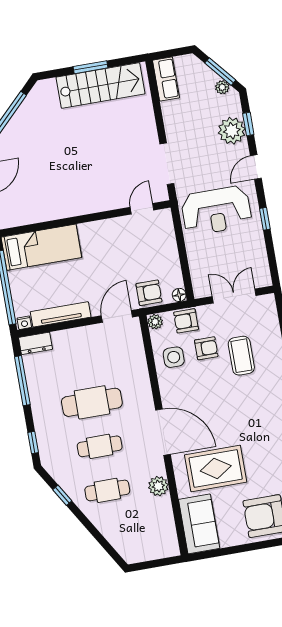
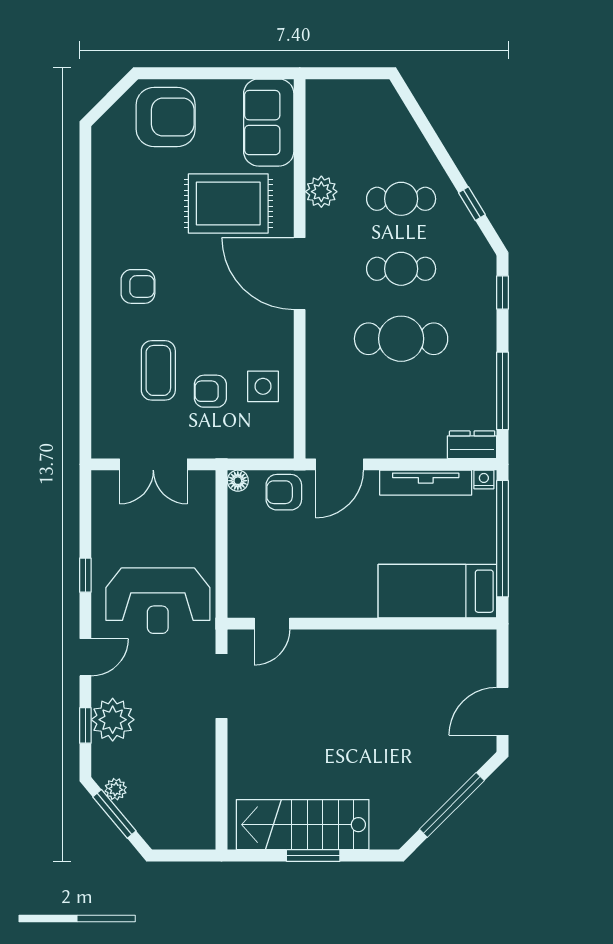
row of seats: (166, 79) -> (200, 817), removed
reception desk: (216, 211) -> (158, 601), turned 180
armchair: (186, 321) -> (138, 286), moved
plant: (155, 322) -> (282, 446), removed

